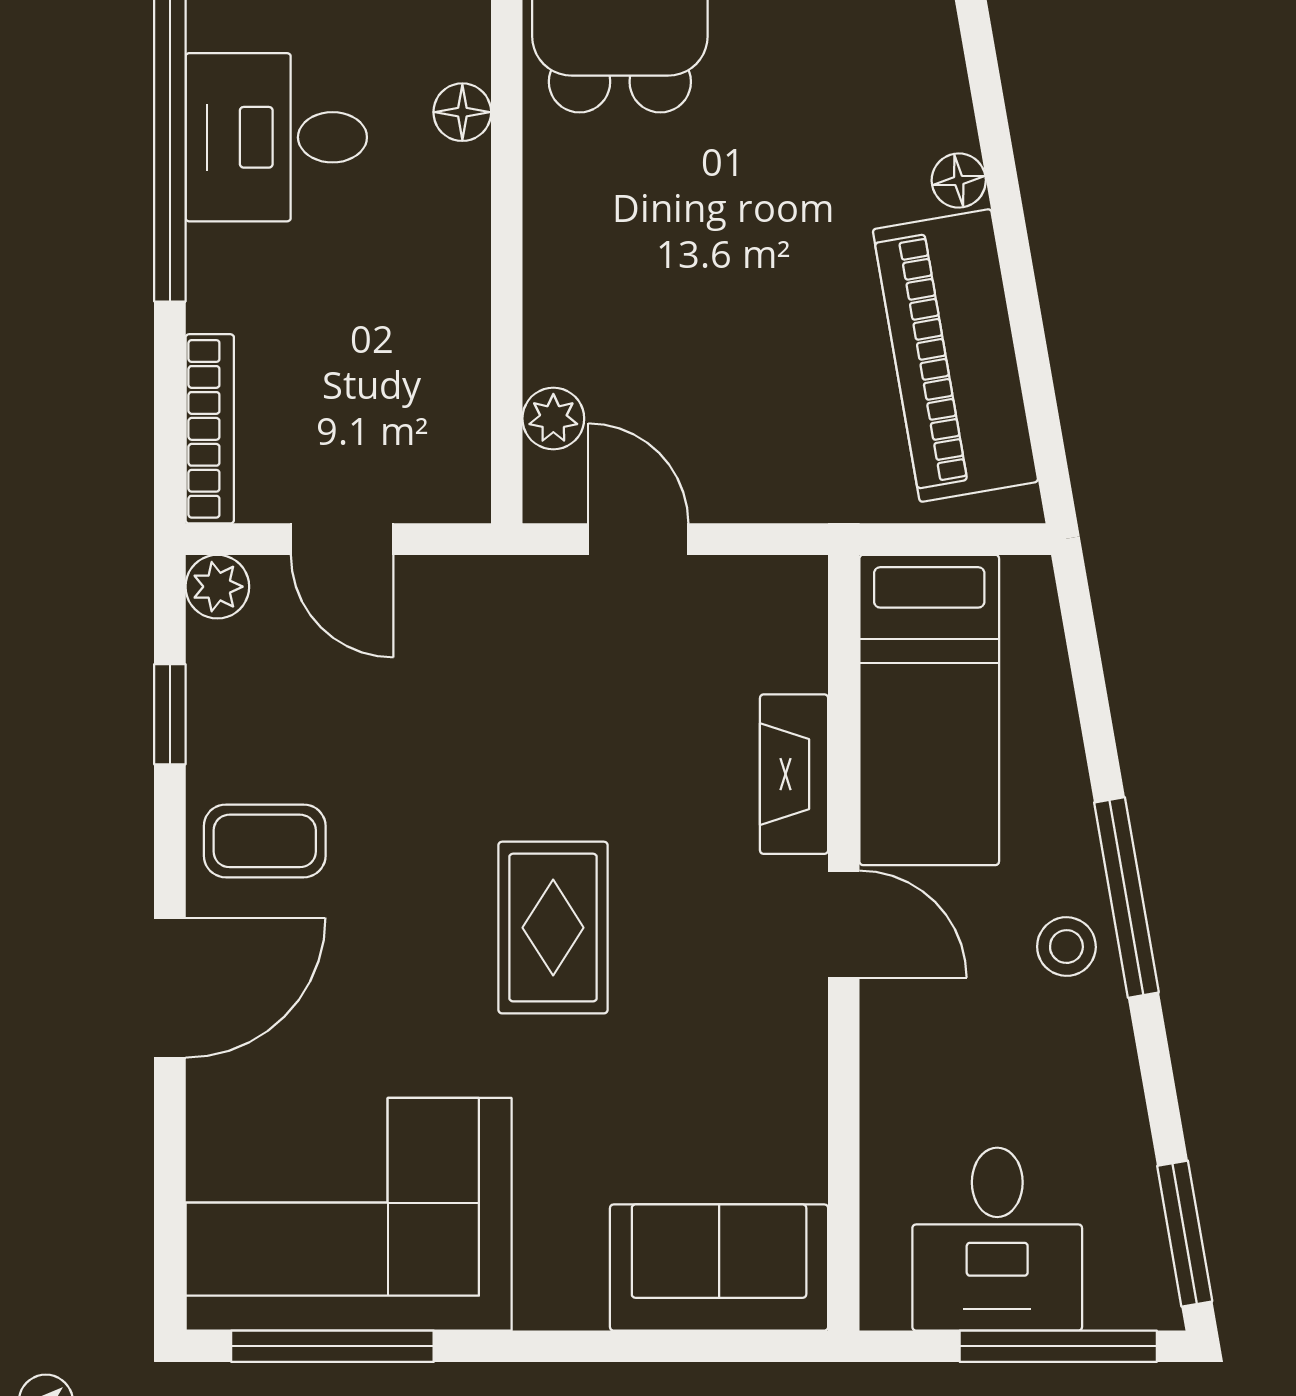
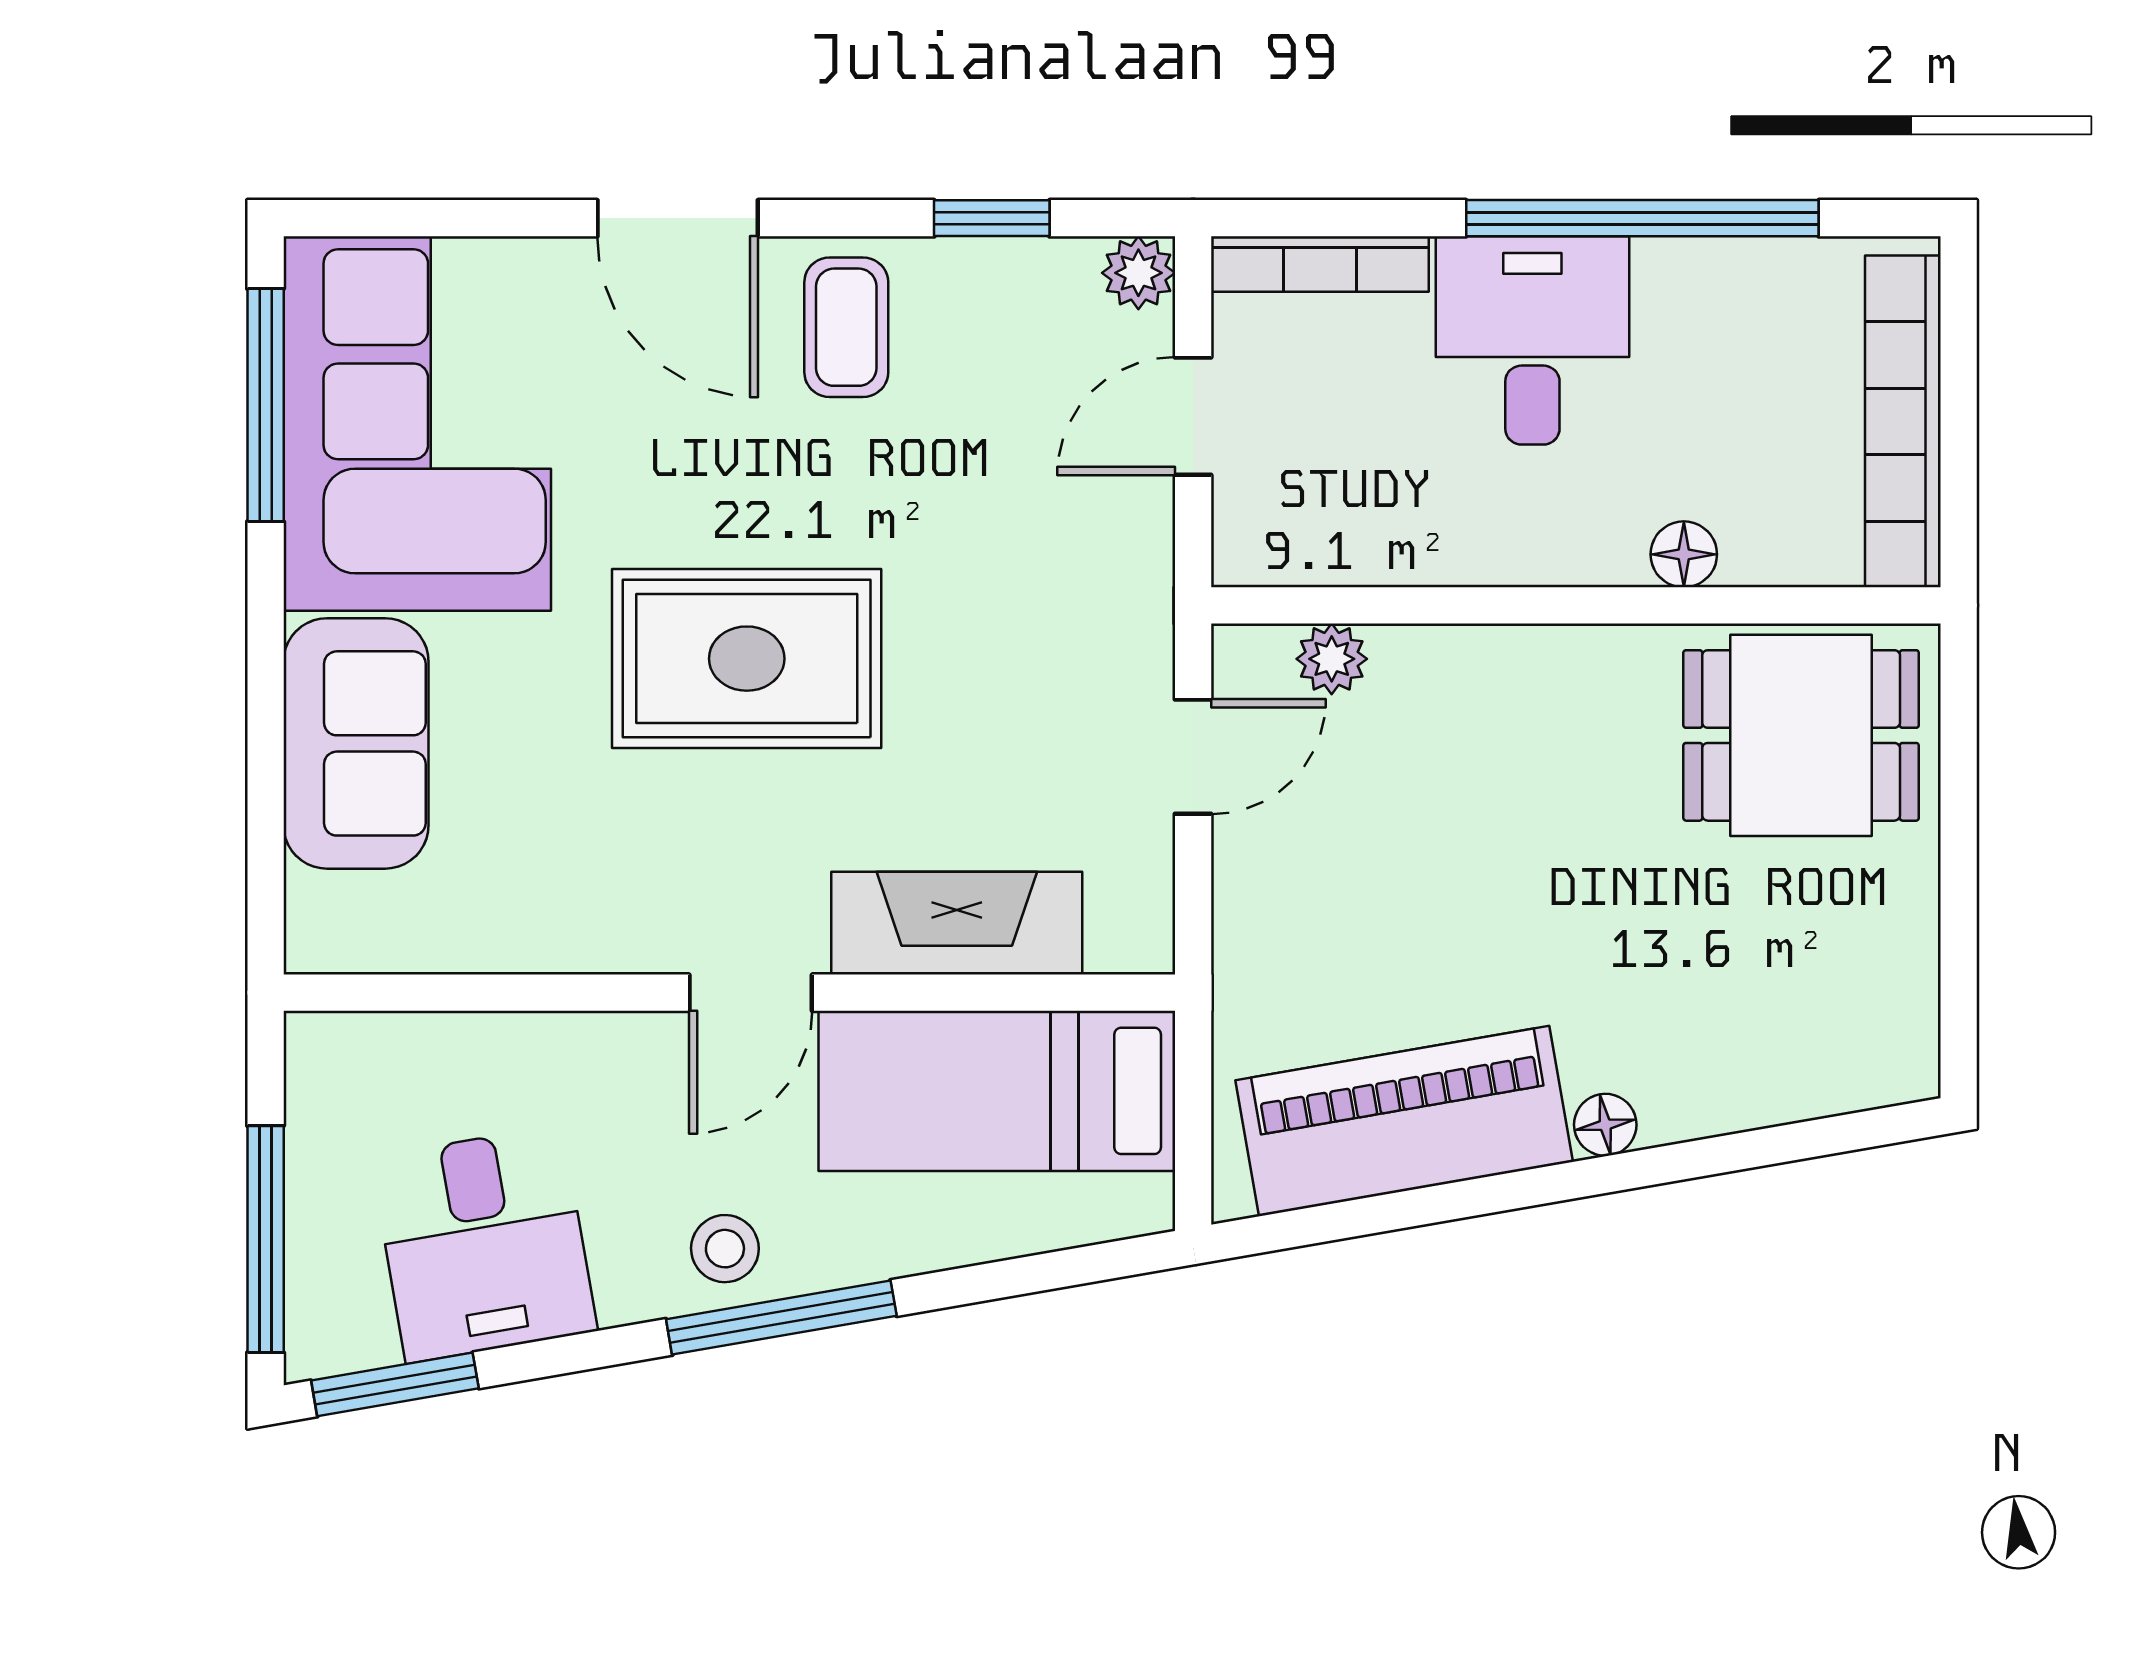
desk: (276, 137) -> (1532, 340), moved
fireplace: (794, 774) -> (957, 923), width x1.37, depth x1.32
rug: (553, 928) -> (747, 659), width x1.36, depth x1.43
desk: (997, 1239) -> (484, 1244), moved, turned -100
sofa: (719, 1268) -> (356, 743), moved

